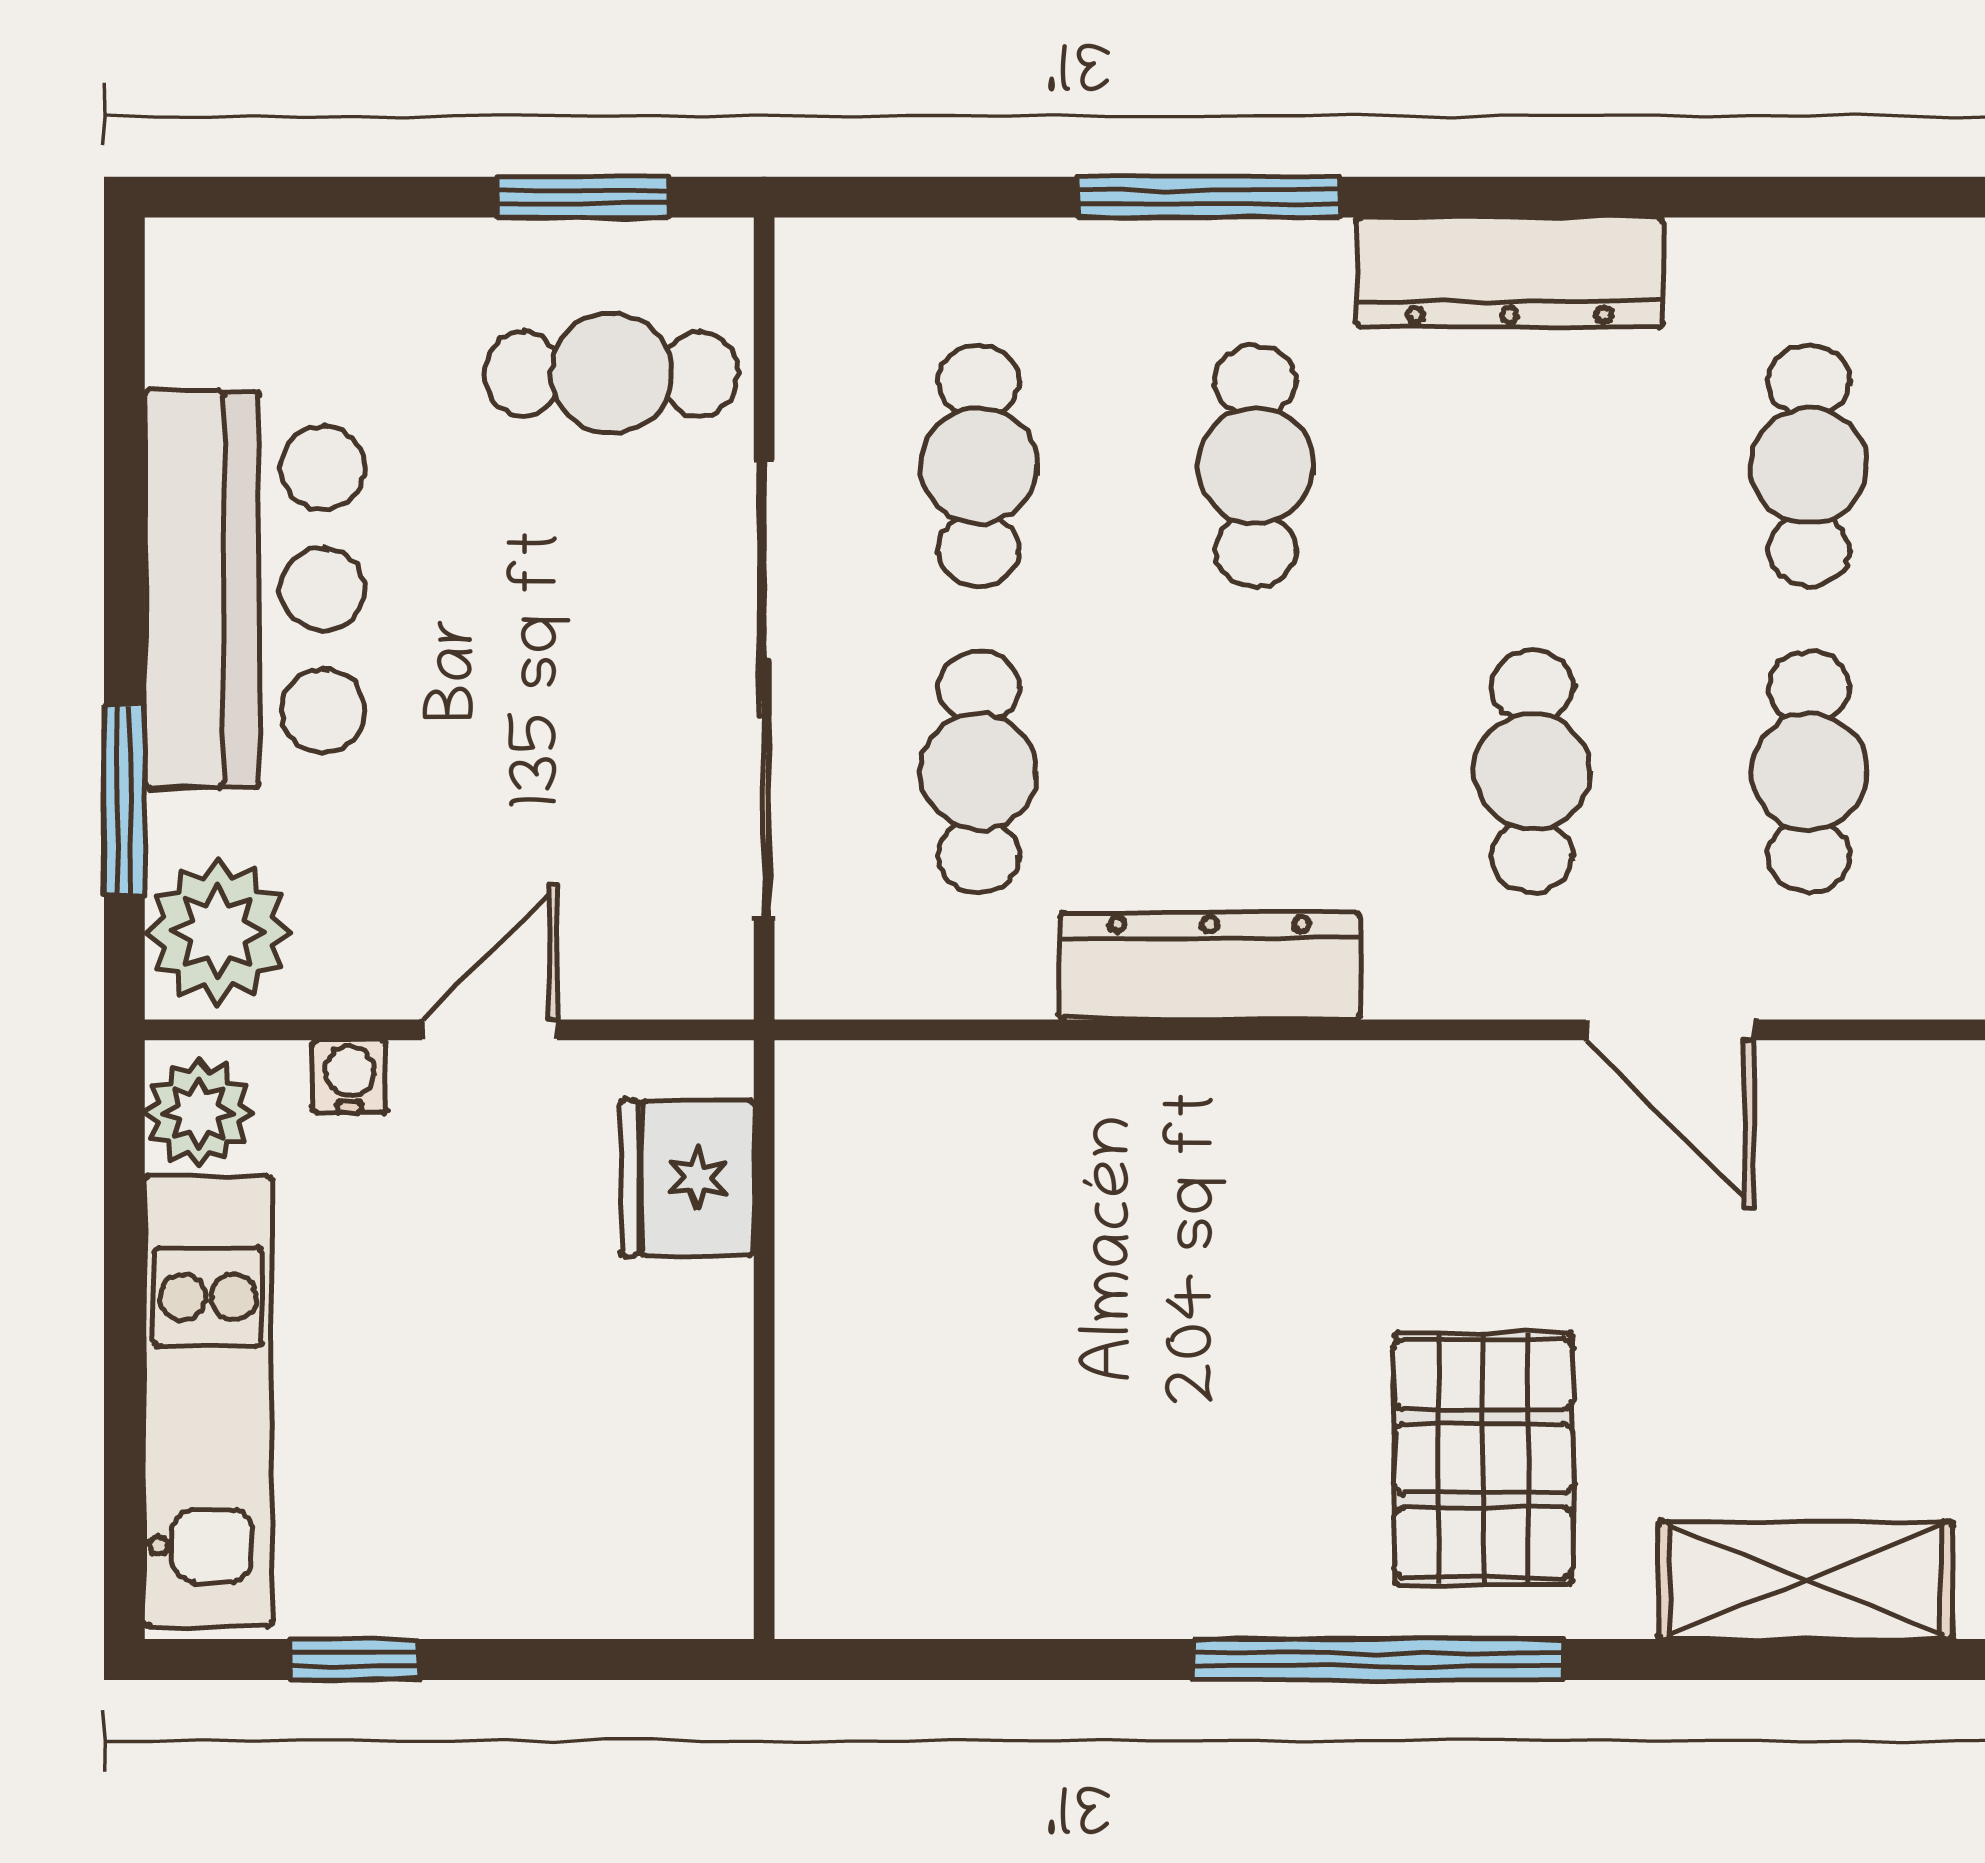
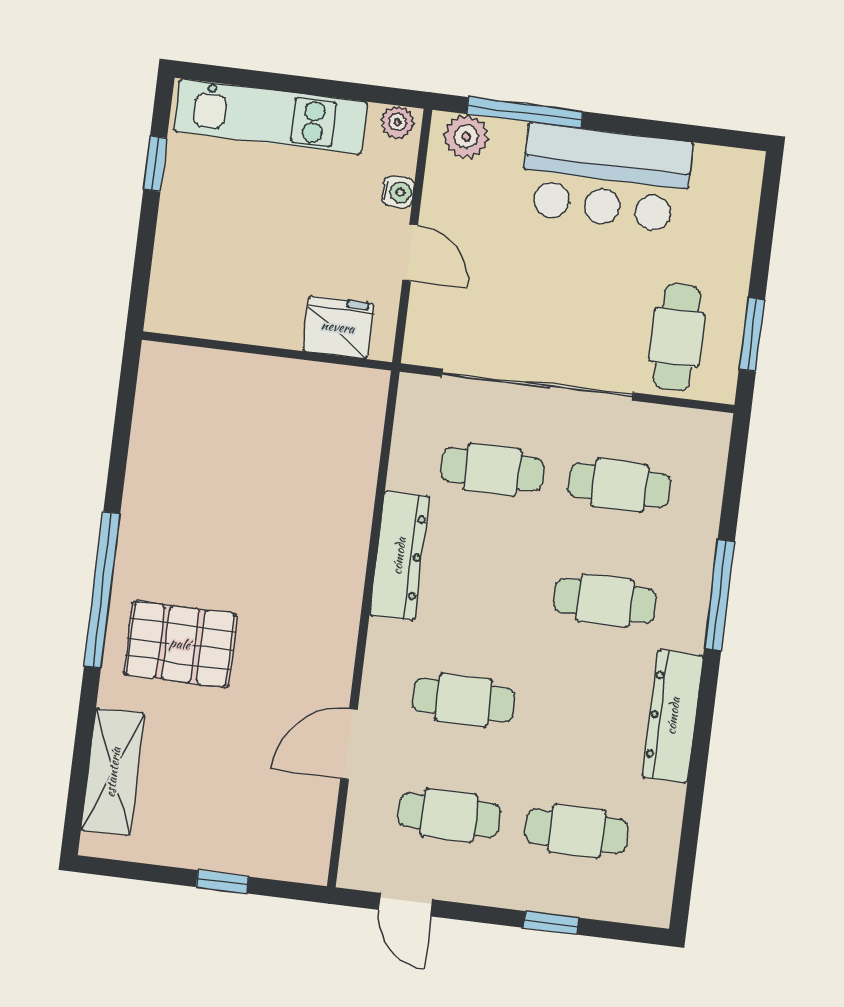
window: (124, 800) -> (525, 113), width x1.44
plant: (218, 932) -> (466, 137), width x0.73, depth x0.73
plant: (199, 1113) -> (398, 122), width x0.73, depth x0.73

